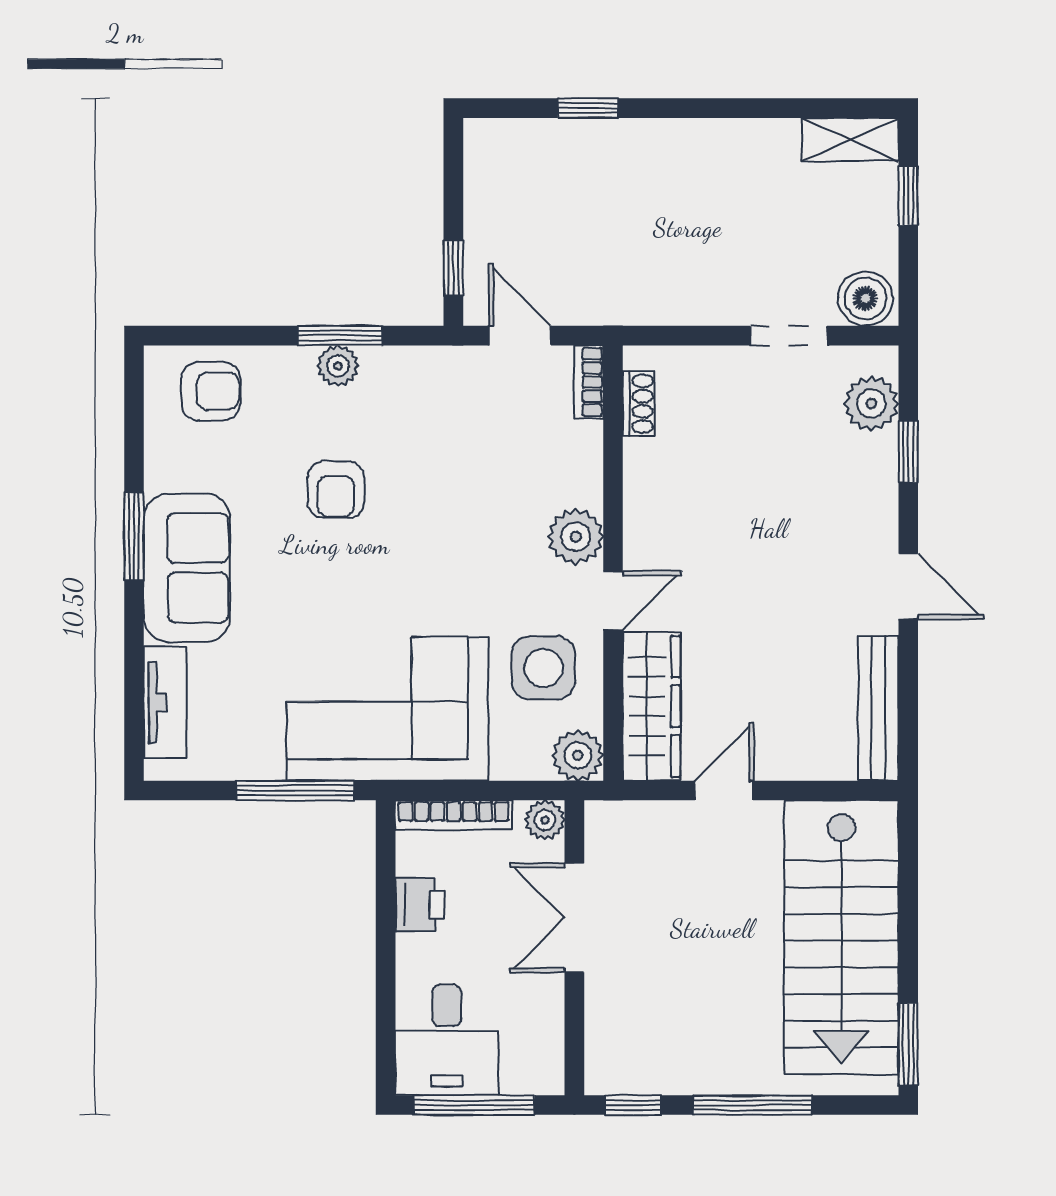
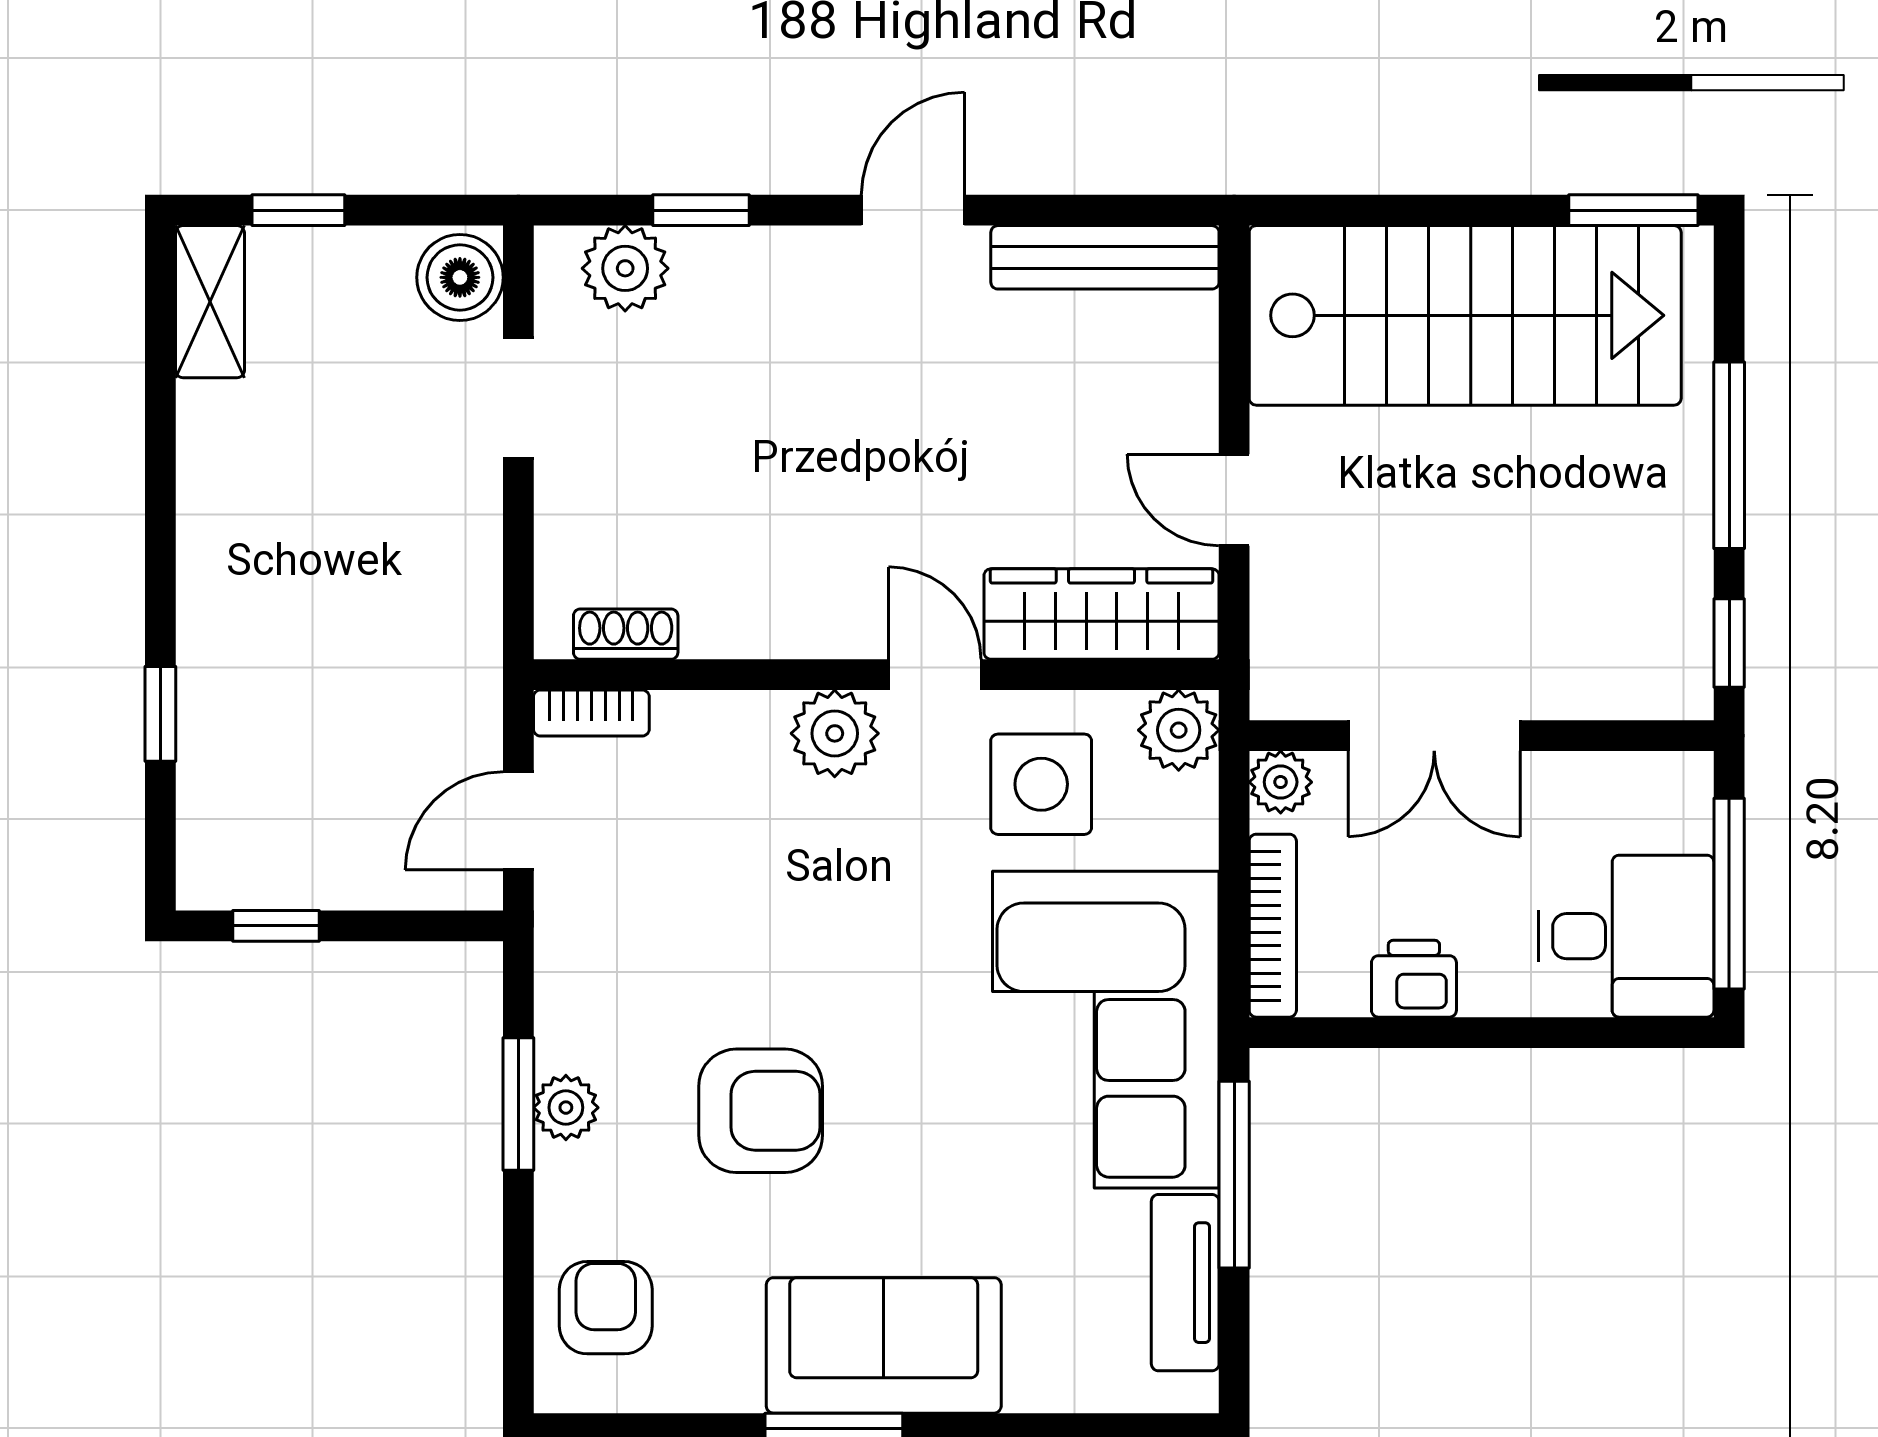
window: (453, 268) -> (276, 926), moved
armchair: (336, 490) -> (761, 1111), width x1.38, depth x1.38
tv unit: (165, 702) -> (1185, 1283), moved, turned -90

